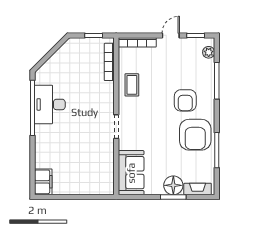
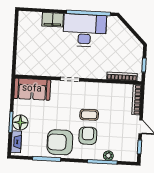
plant: (209, 52) -> (108, 156), moved
coffee table: (132, 85) -> (89, 115), moved
armchair: (185, 100) -> (88, 136), turned 90
desk: (50, 104) -> (85, 30), width x1.36, depth x1.30
filing cabinet: (43, 182) -> (53, 20), moved

